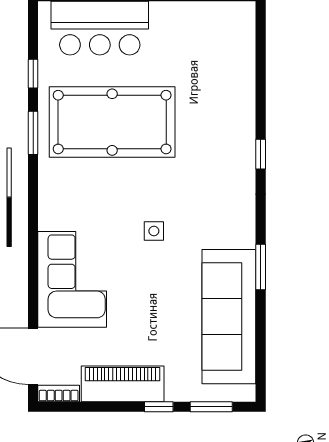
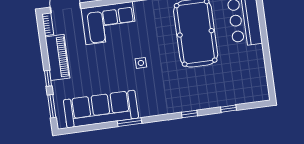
window: (261, 81) -> (228, 109), added

